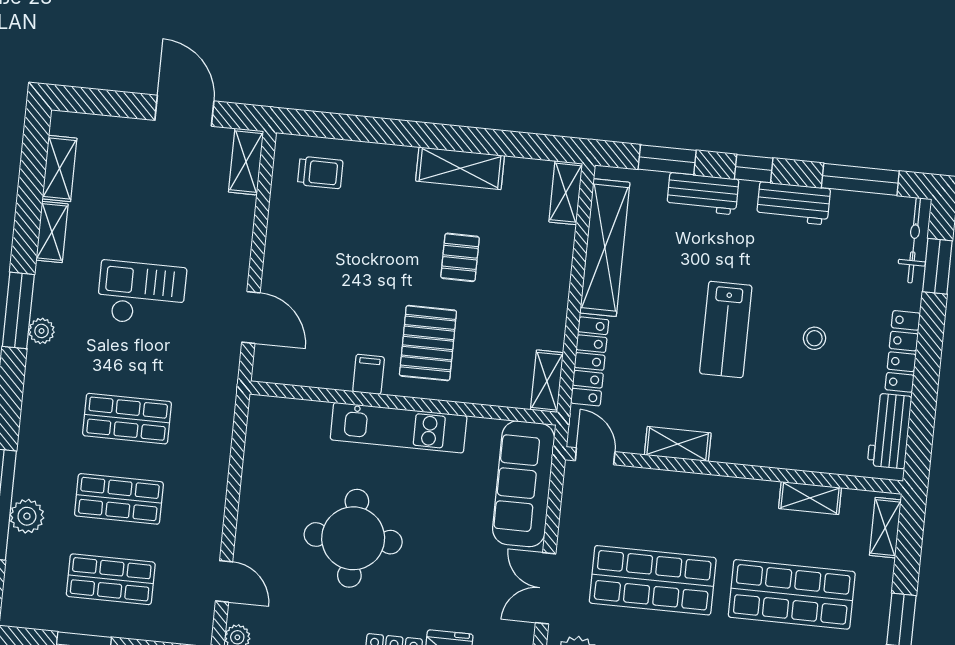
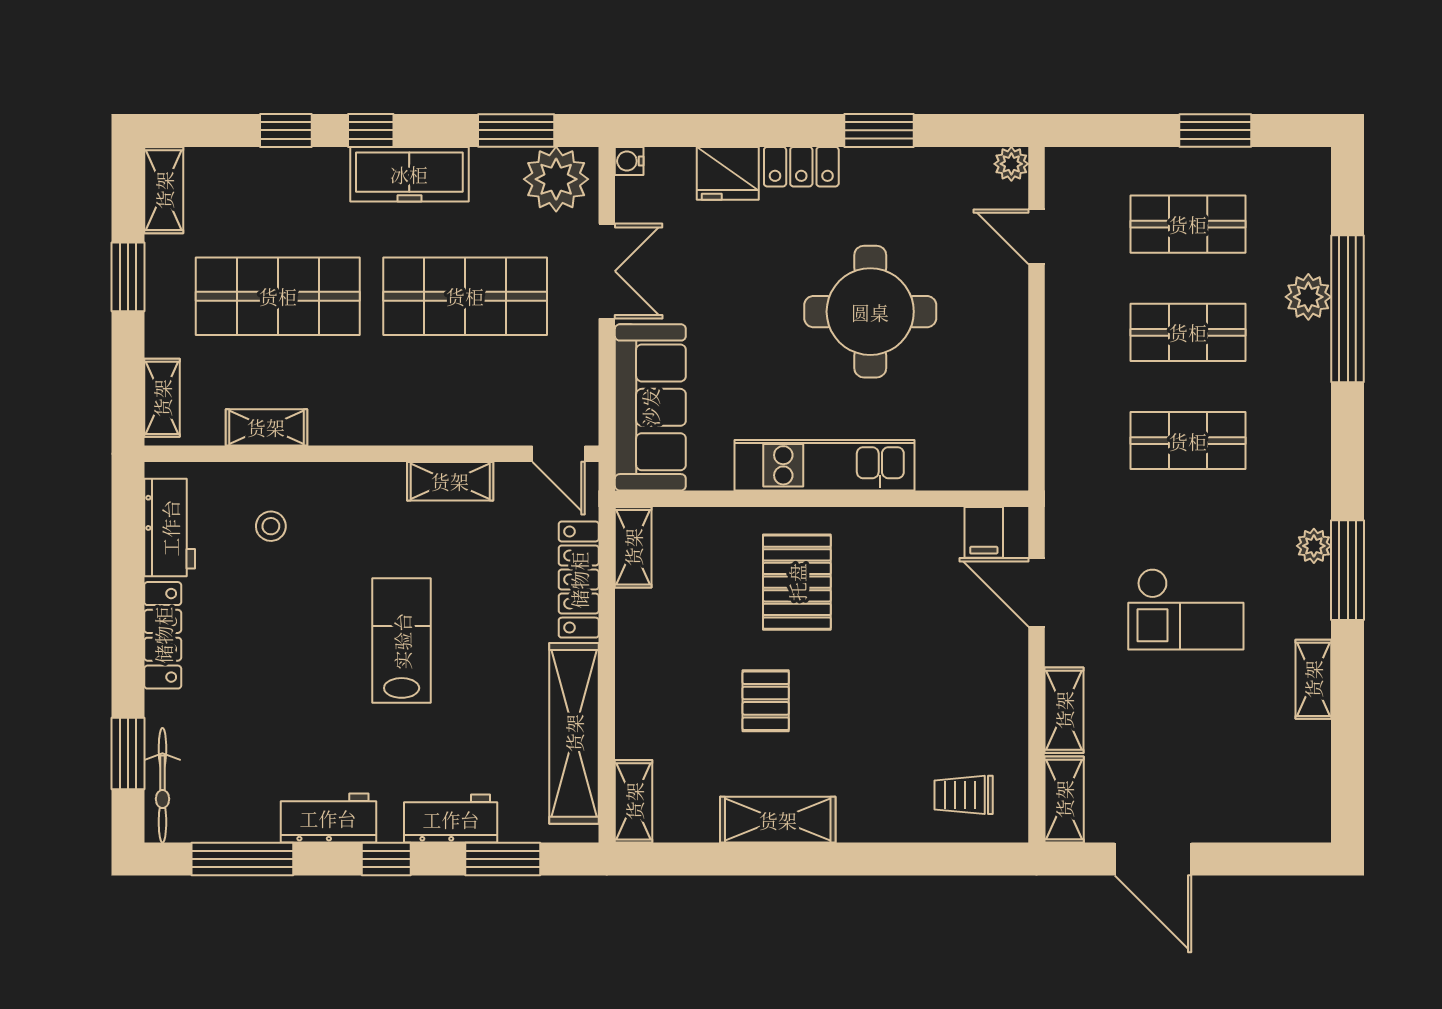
shelving: (60, 168) -> (1064, 710), moved
stool: (814, 338) -> (271, 526), moved
filing cabinet: (369, 374) -> (984, 532), moved

